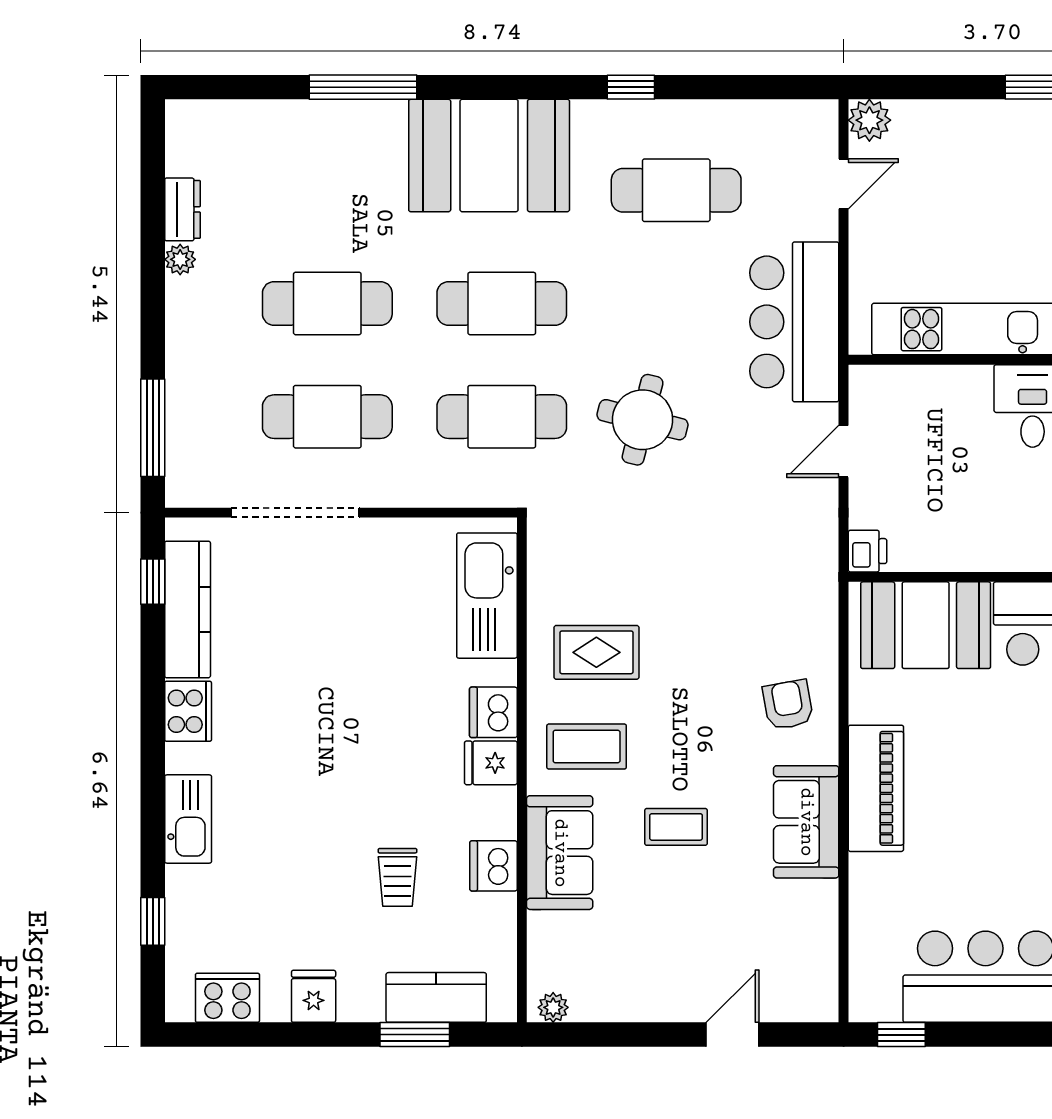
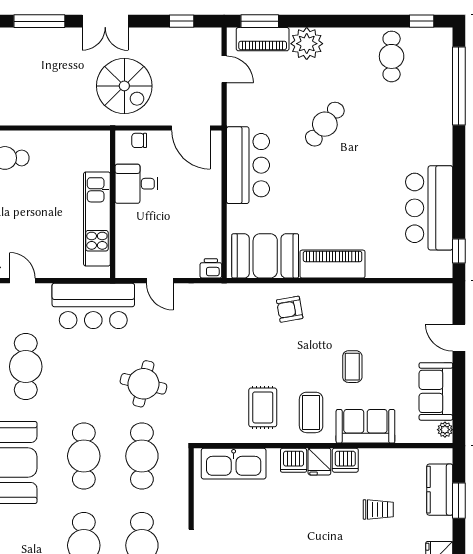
booth: (926, 625) -> (265, 256), moved, turned 90
sofa: (806, 822) -> (436, 391), moved, turned 90
dishwasher: (493, 866) -> (345, 460), moved

